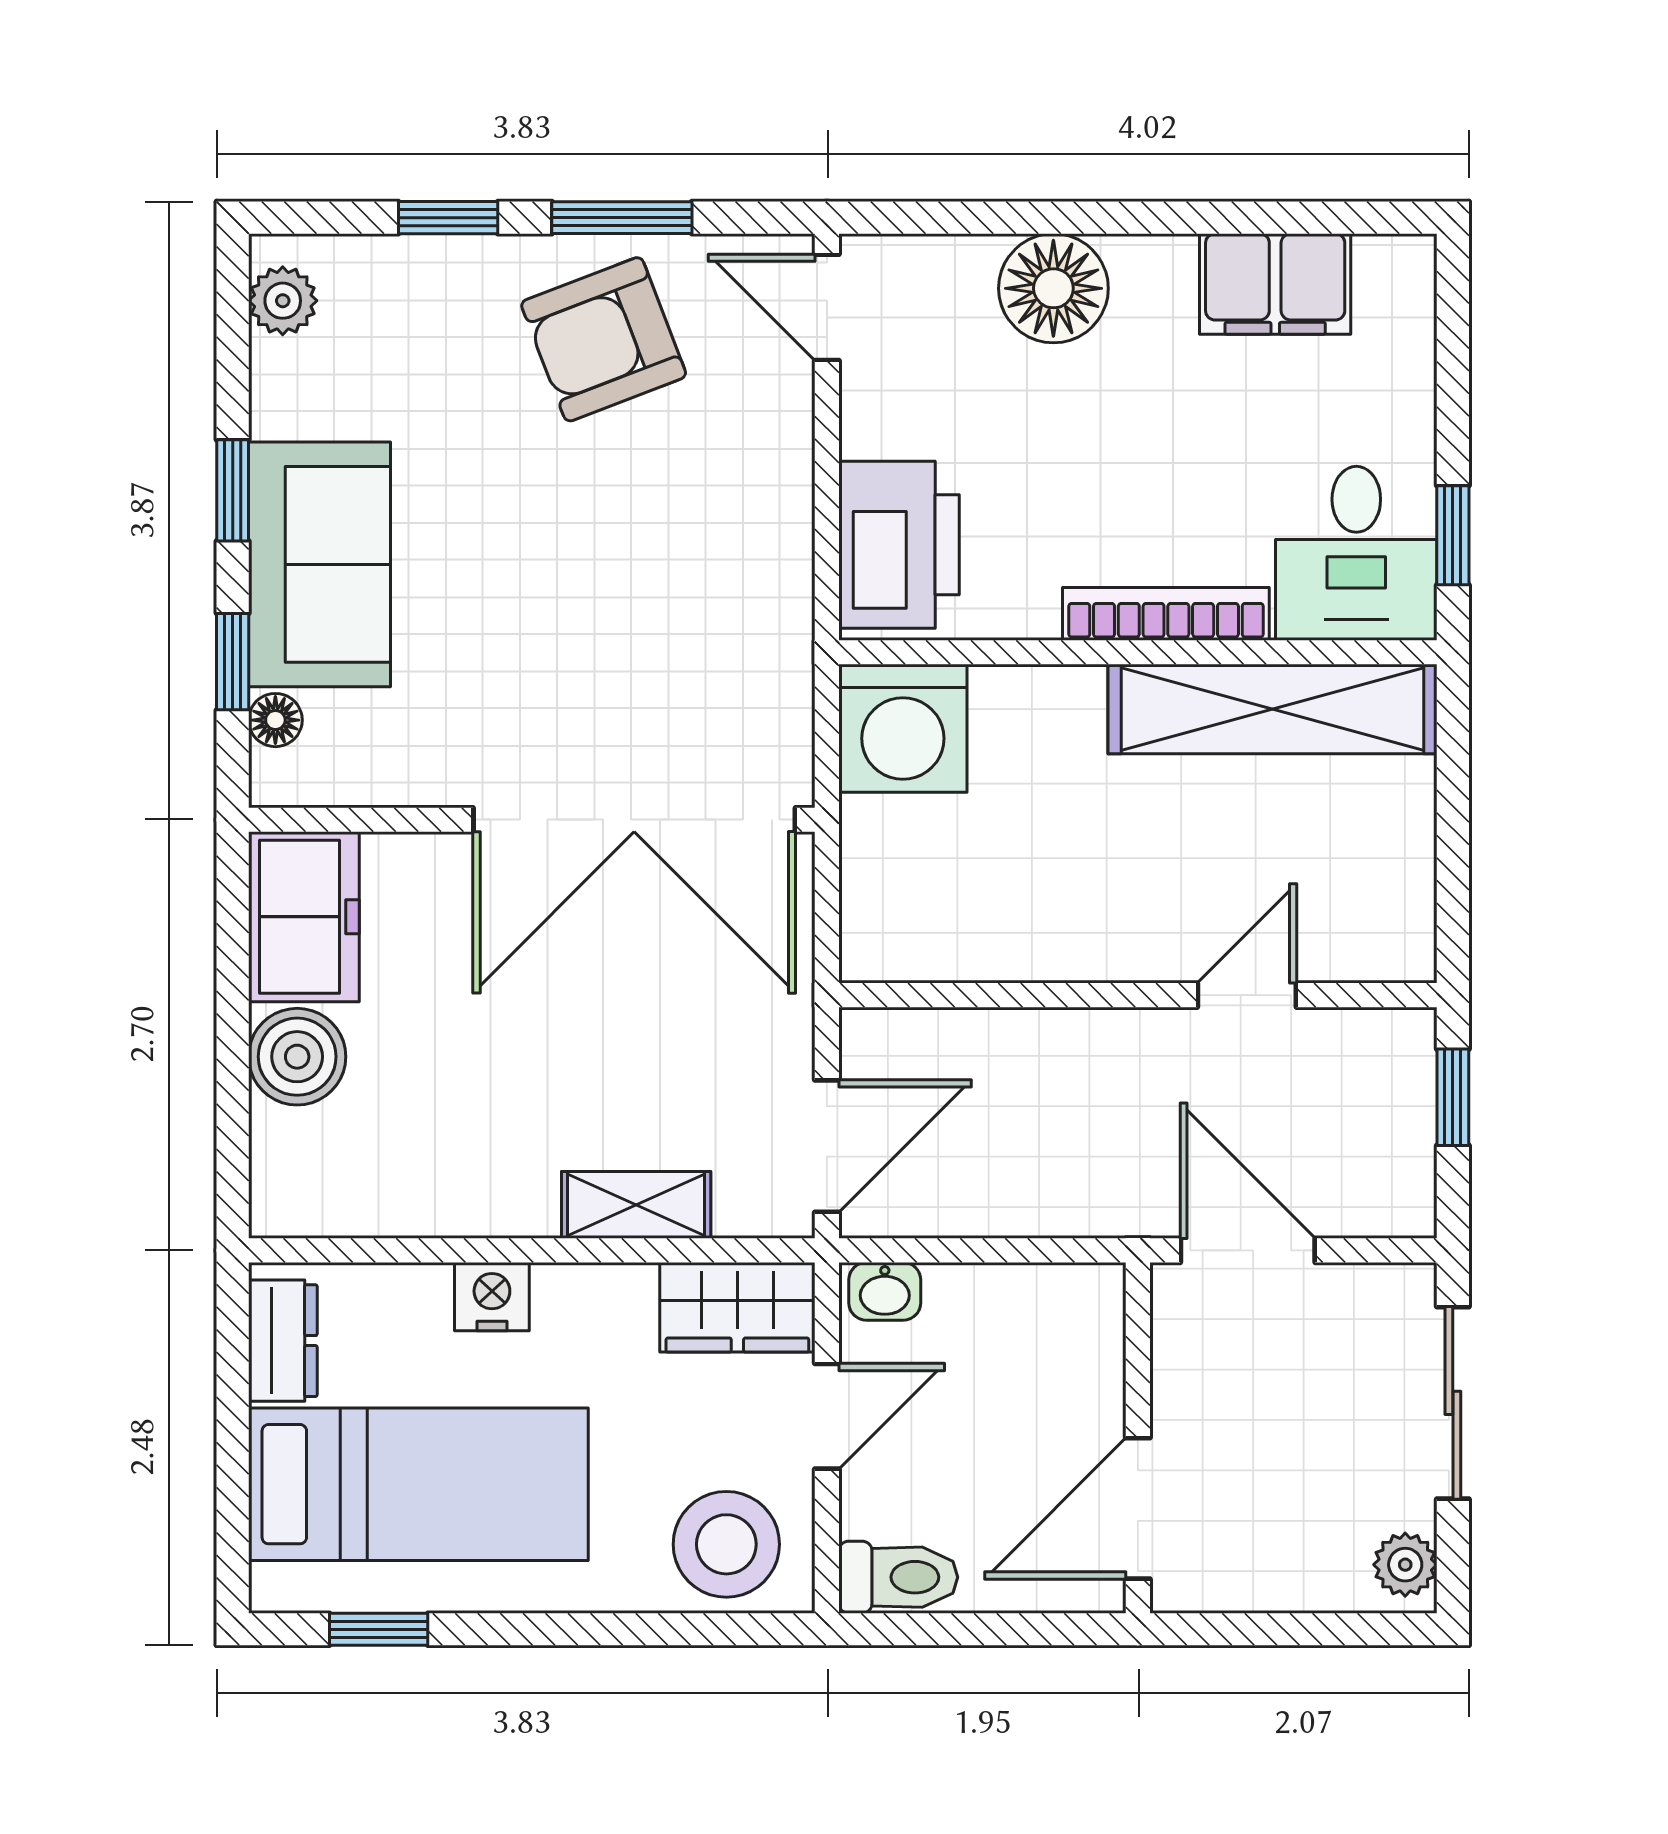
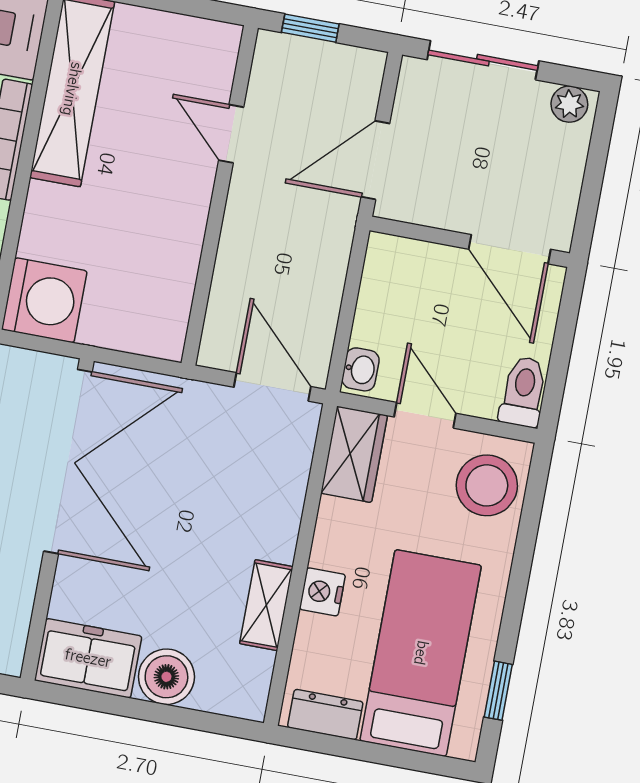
shelving: (636, 1205) -> (266, 605), moved

